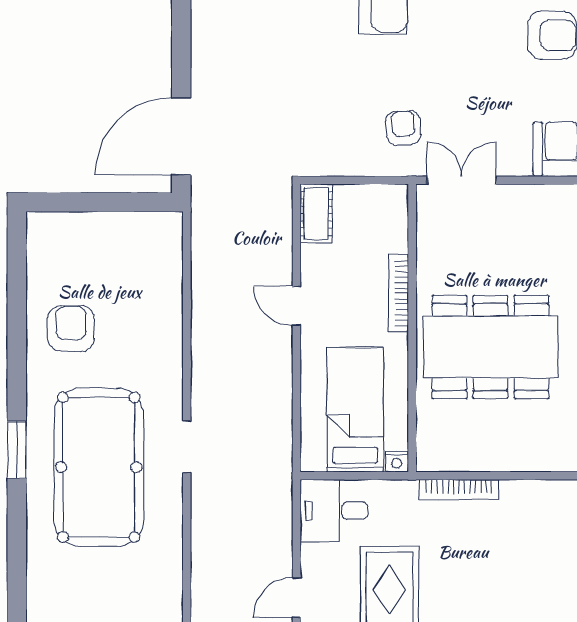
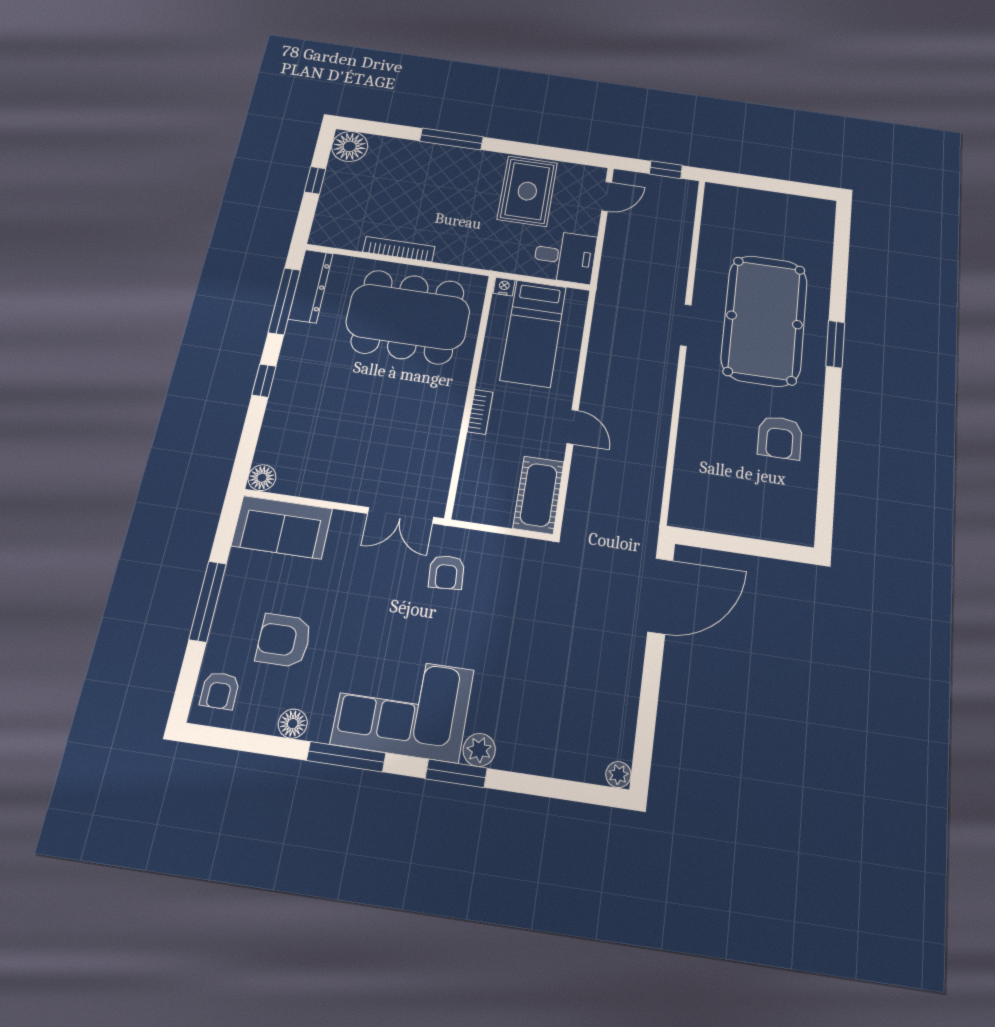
cot: (316, 214) -> (539, 495), width x1.37, depth x1.34
bookcase: (398, 293) -> (480, 412), width x0.64
dining table: (490, 347) -> (408, 317), moved
bookcase: (459, 490) -> (399, 249), moved

